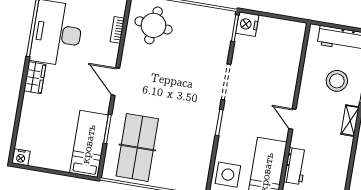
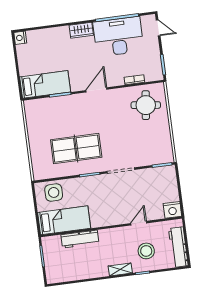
nightstand: (247, 24) -> (172, 210), moved, turned 180
door: (292, 119) -> (139, 223), moved
table tennis table: (137, 147) -> (76, 149), moved
workbench: (295, 166) -> (80, 239), width x1.38

